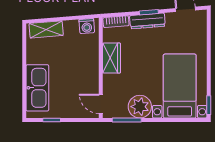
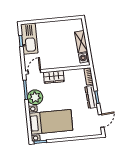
shelving: (46, 29) -> (81, 42), moved
wardrobe: (112, 58) -> (54, 77), moved
kitchen sink: (37, 88) -> (29, 39), moved, turned -90

